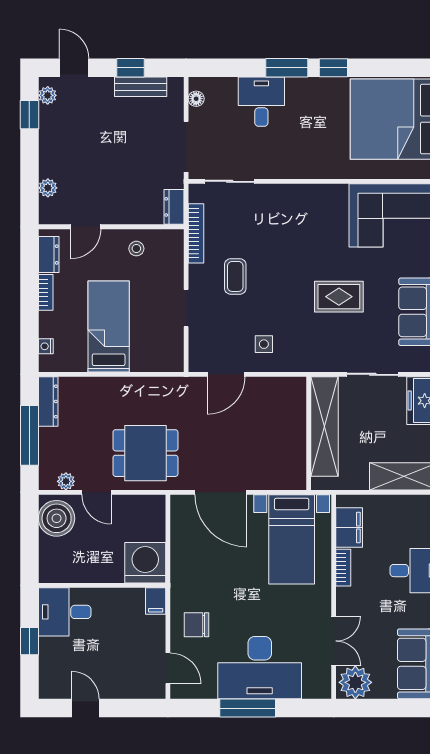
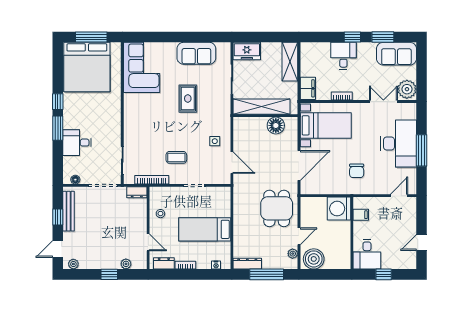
bench: (141, 87) -> (69, 211), width x1.36
window: (29, 115) -> (109, 274), moved
floor lamp: (291, 452) -> (276, 125), added
filing cabinet: (349, 528) -> (308, 88), moved, turned 90
filing cabinet: (156, 601) -> (361, 215), moved
chair: (196, 625) -> (357, 171), moved

